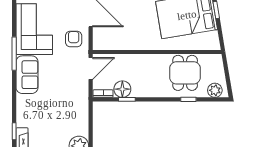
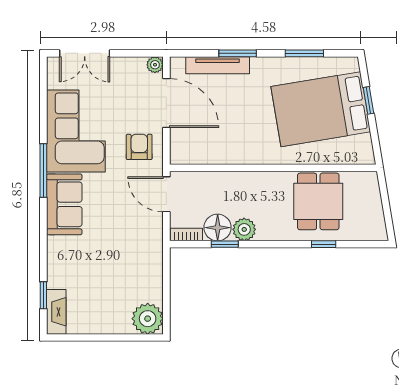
door: (91, 68) -> (166, 194), swing flipped
plant: (215, 90) -> (244, 229), moved

